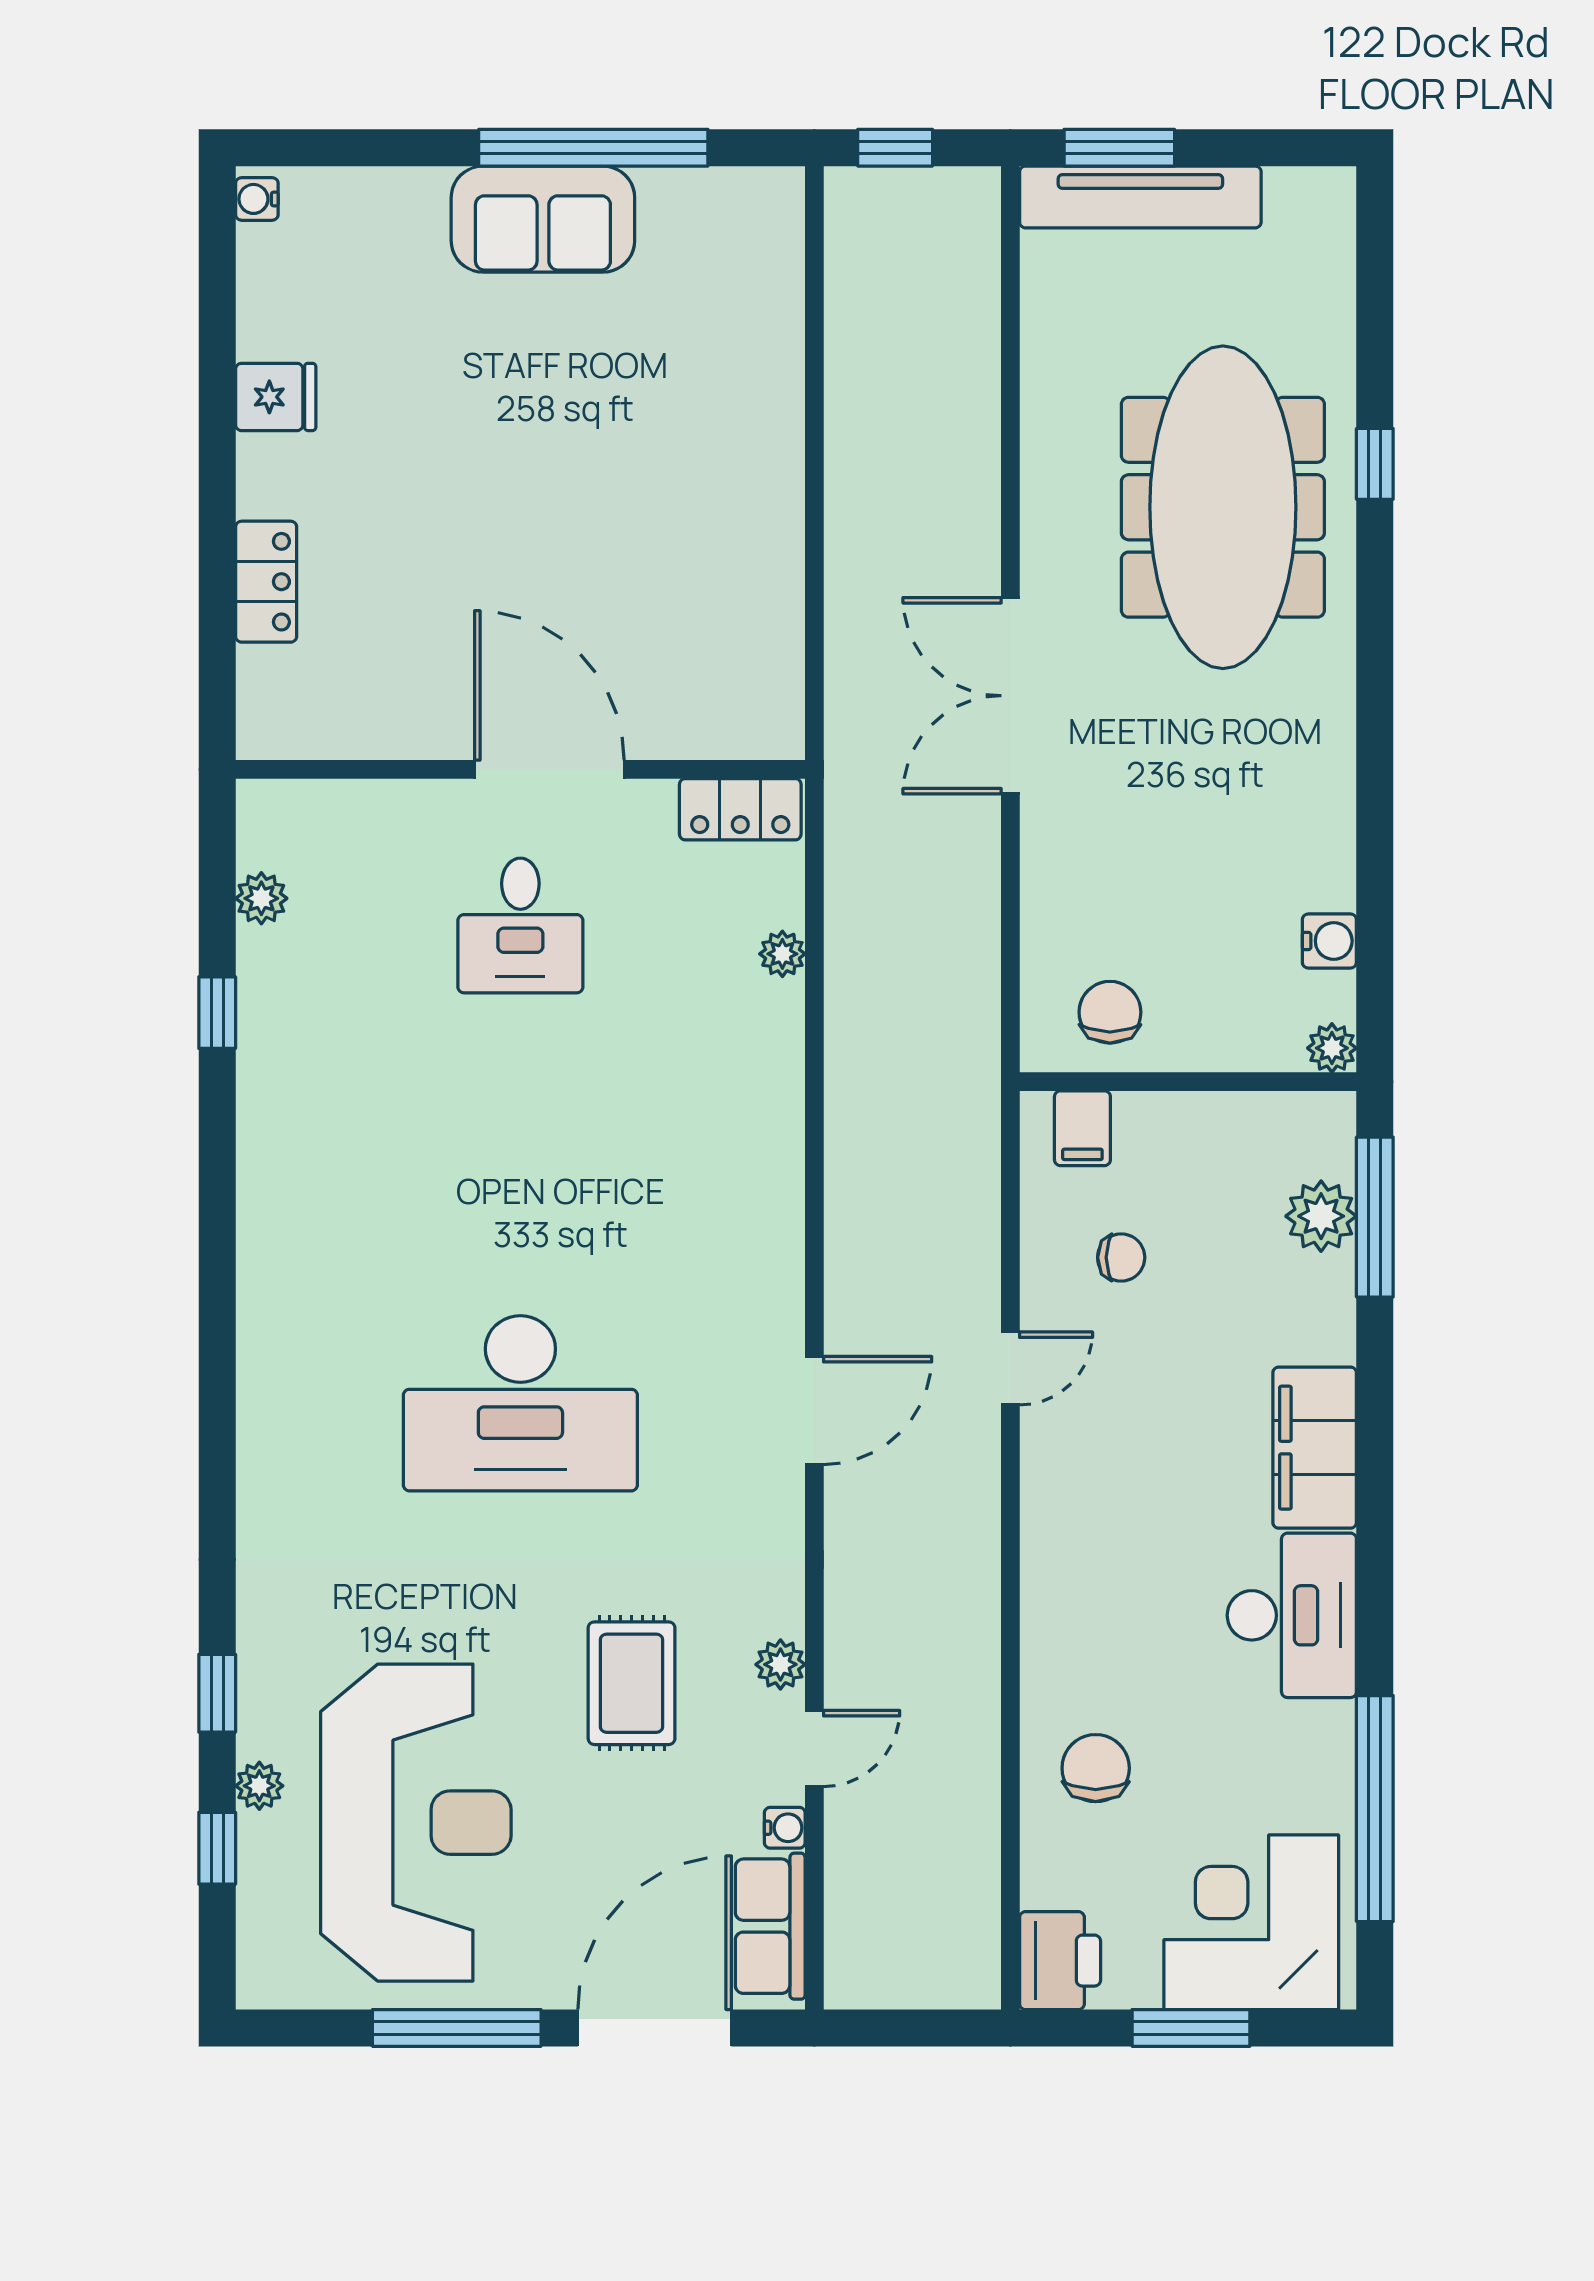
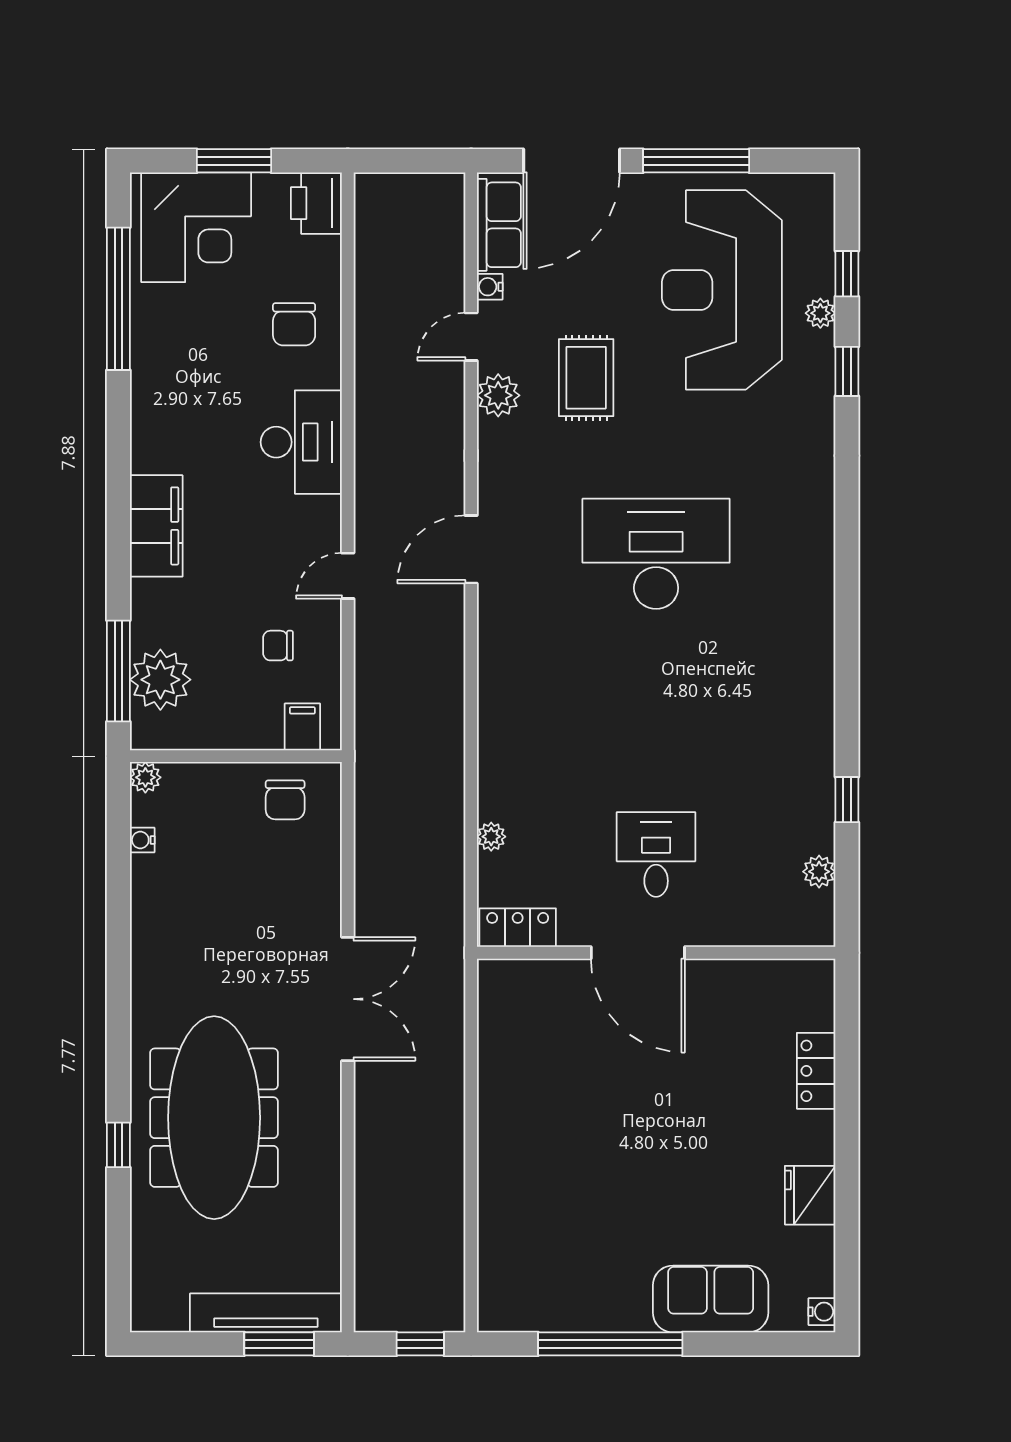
sofa: (543, 219) -> (711, 1299), moved
fridge: (276, 397) -> (810, 1195), width x1.38
water cooler: (1329, 941) -> (142, 840), width x0.72, depth x0.72
plant: (1321, 1216) -> (160, 680), width x1.36, depth x1.36
desk: (1292, 1615) -> (301, 442), moved, turned 180
plant: (780, 1664) -> (498, 395), width x1.38, depth x1.38

